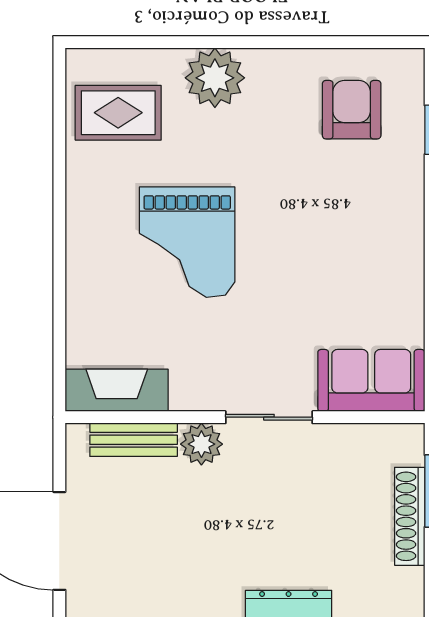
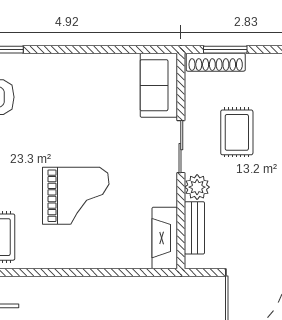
rug: (293, 510) -> (237, 132), added
shoe rack: (410, 516) -> (216, 62), moved

